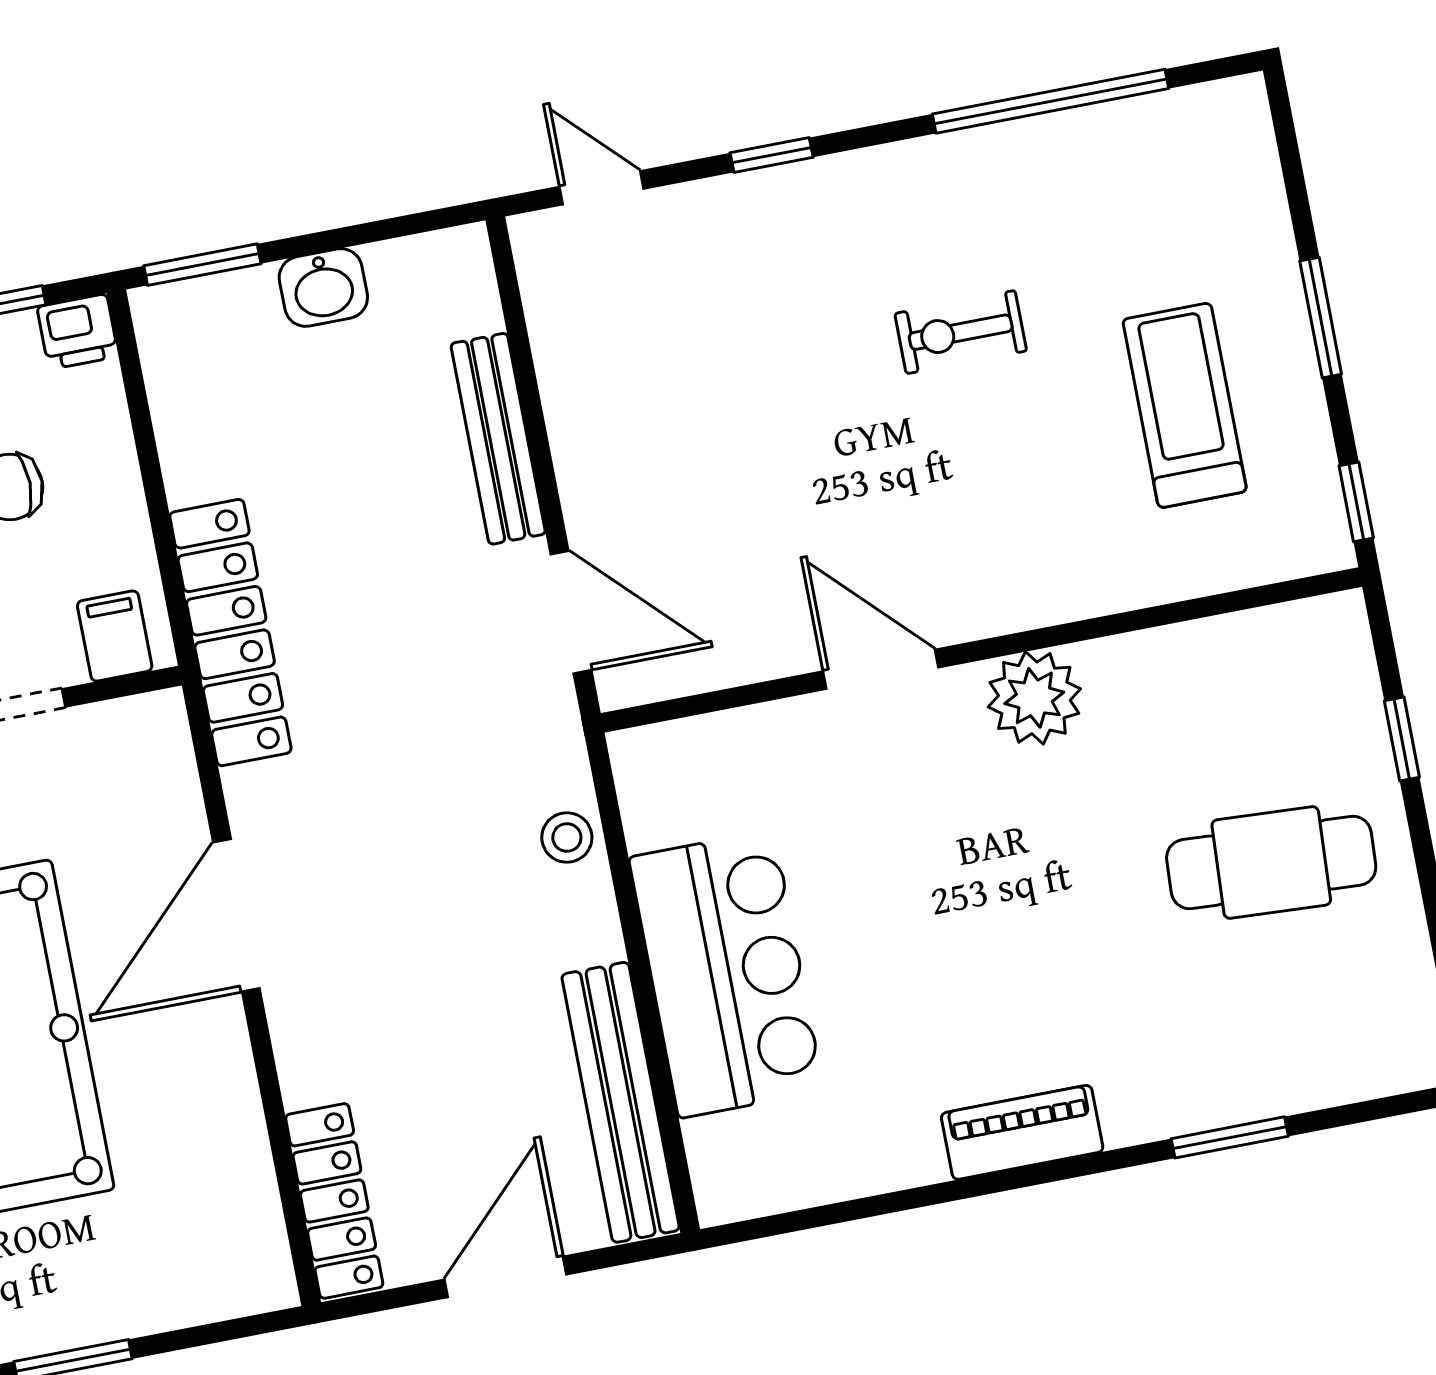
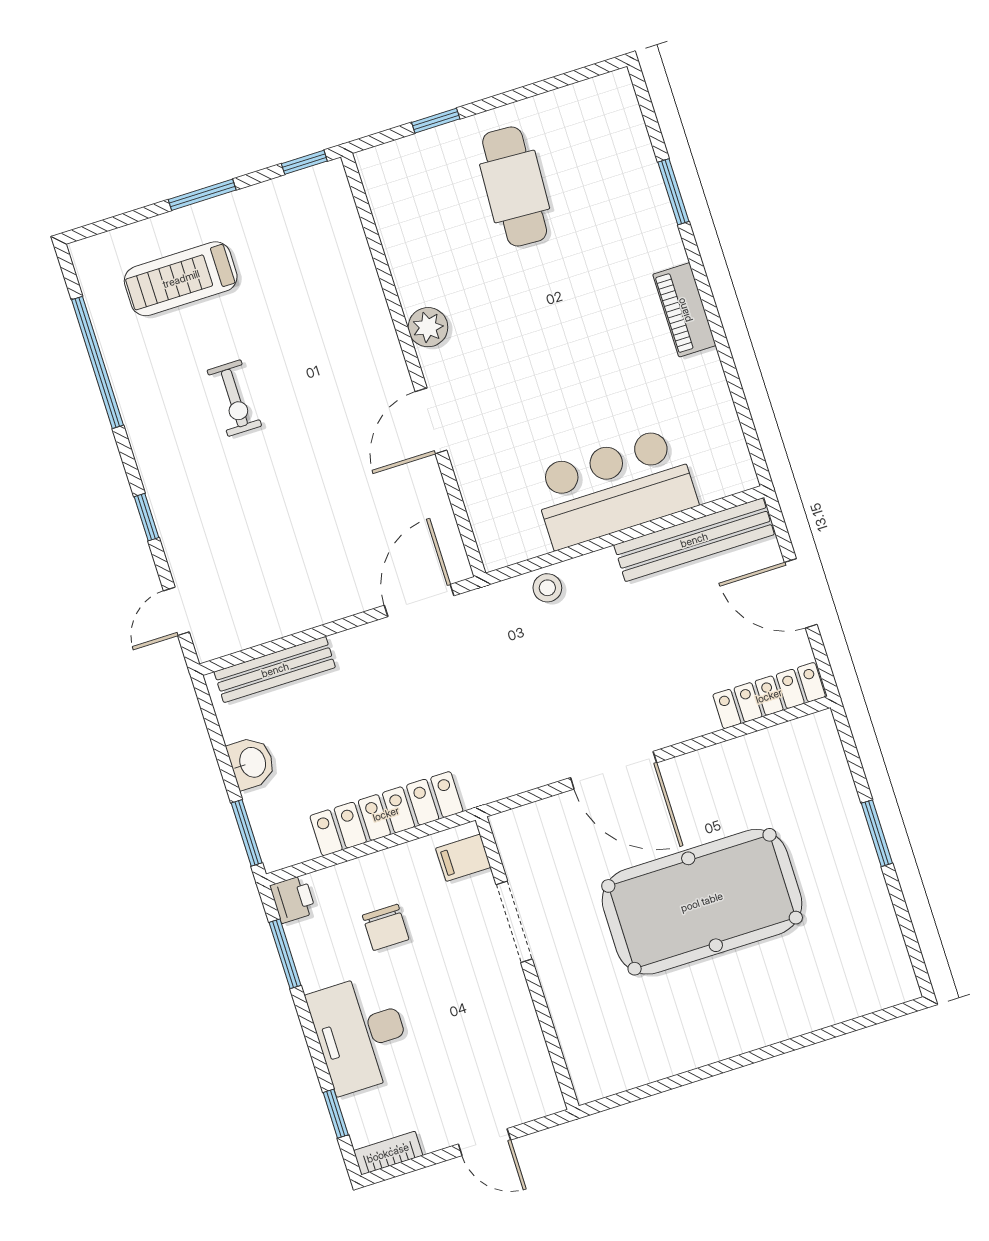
treadmill: (1185, 405) -> (181, 279), moved
bench: (498, 439) -> (275, 670), moved
locker: (230, 633) -> (386, 814), moved
plant: (1034, 698) -> (428, 327), width x0.73, depth x0.73

